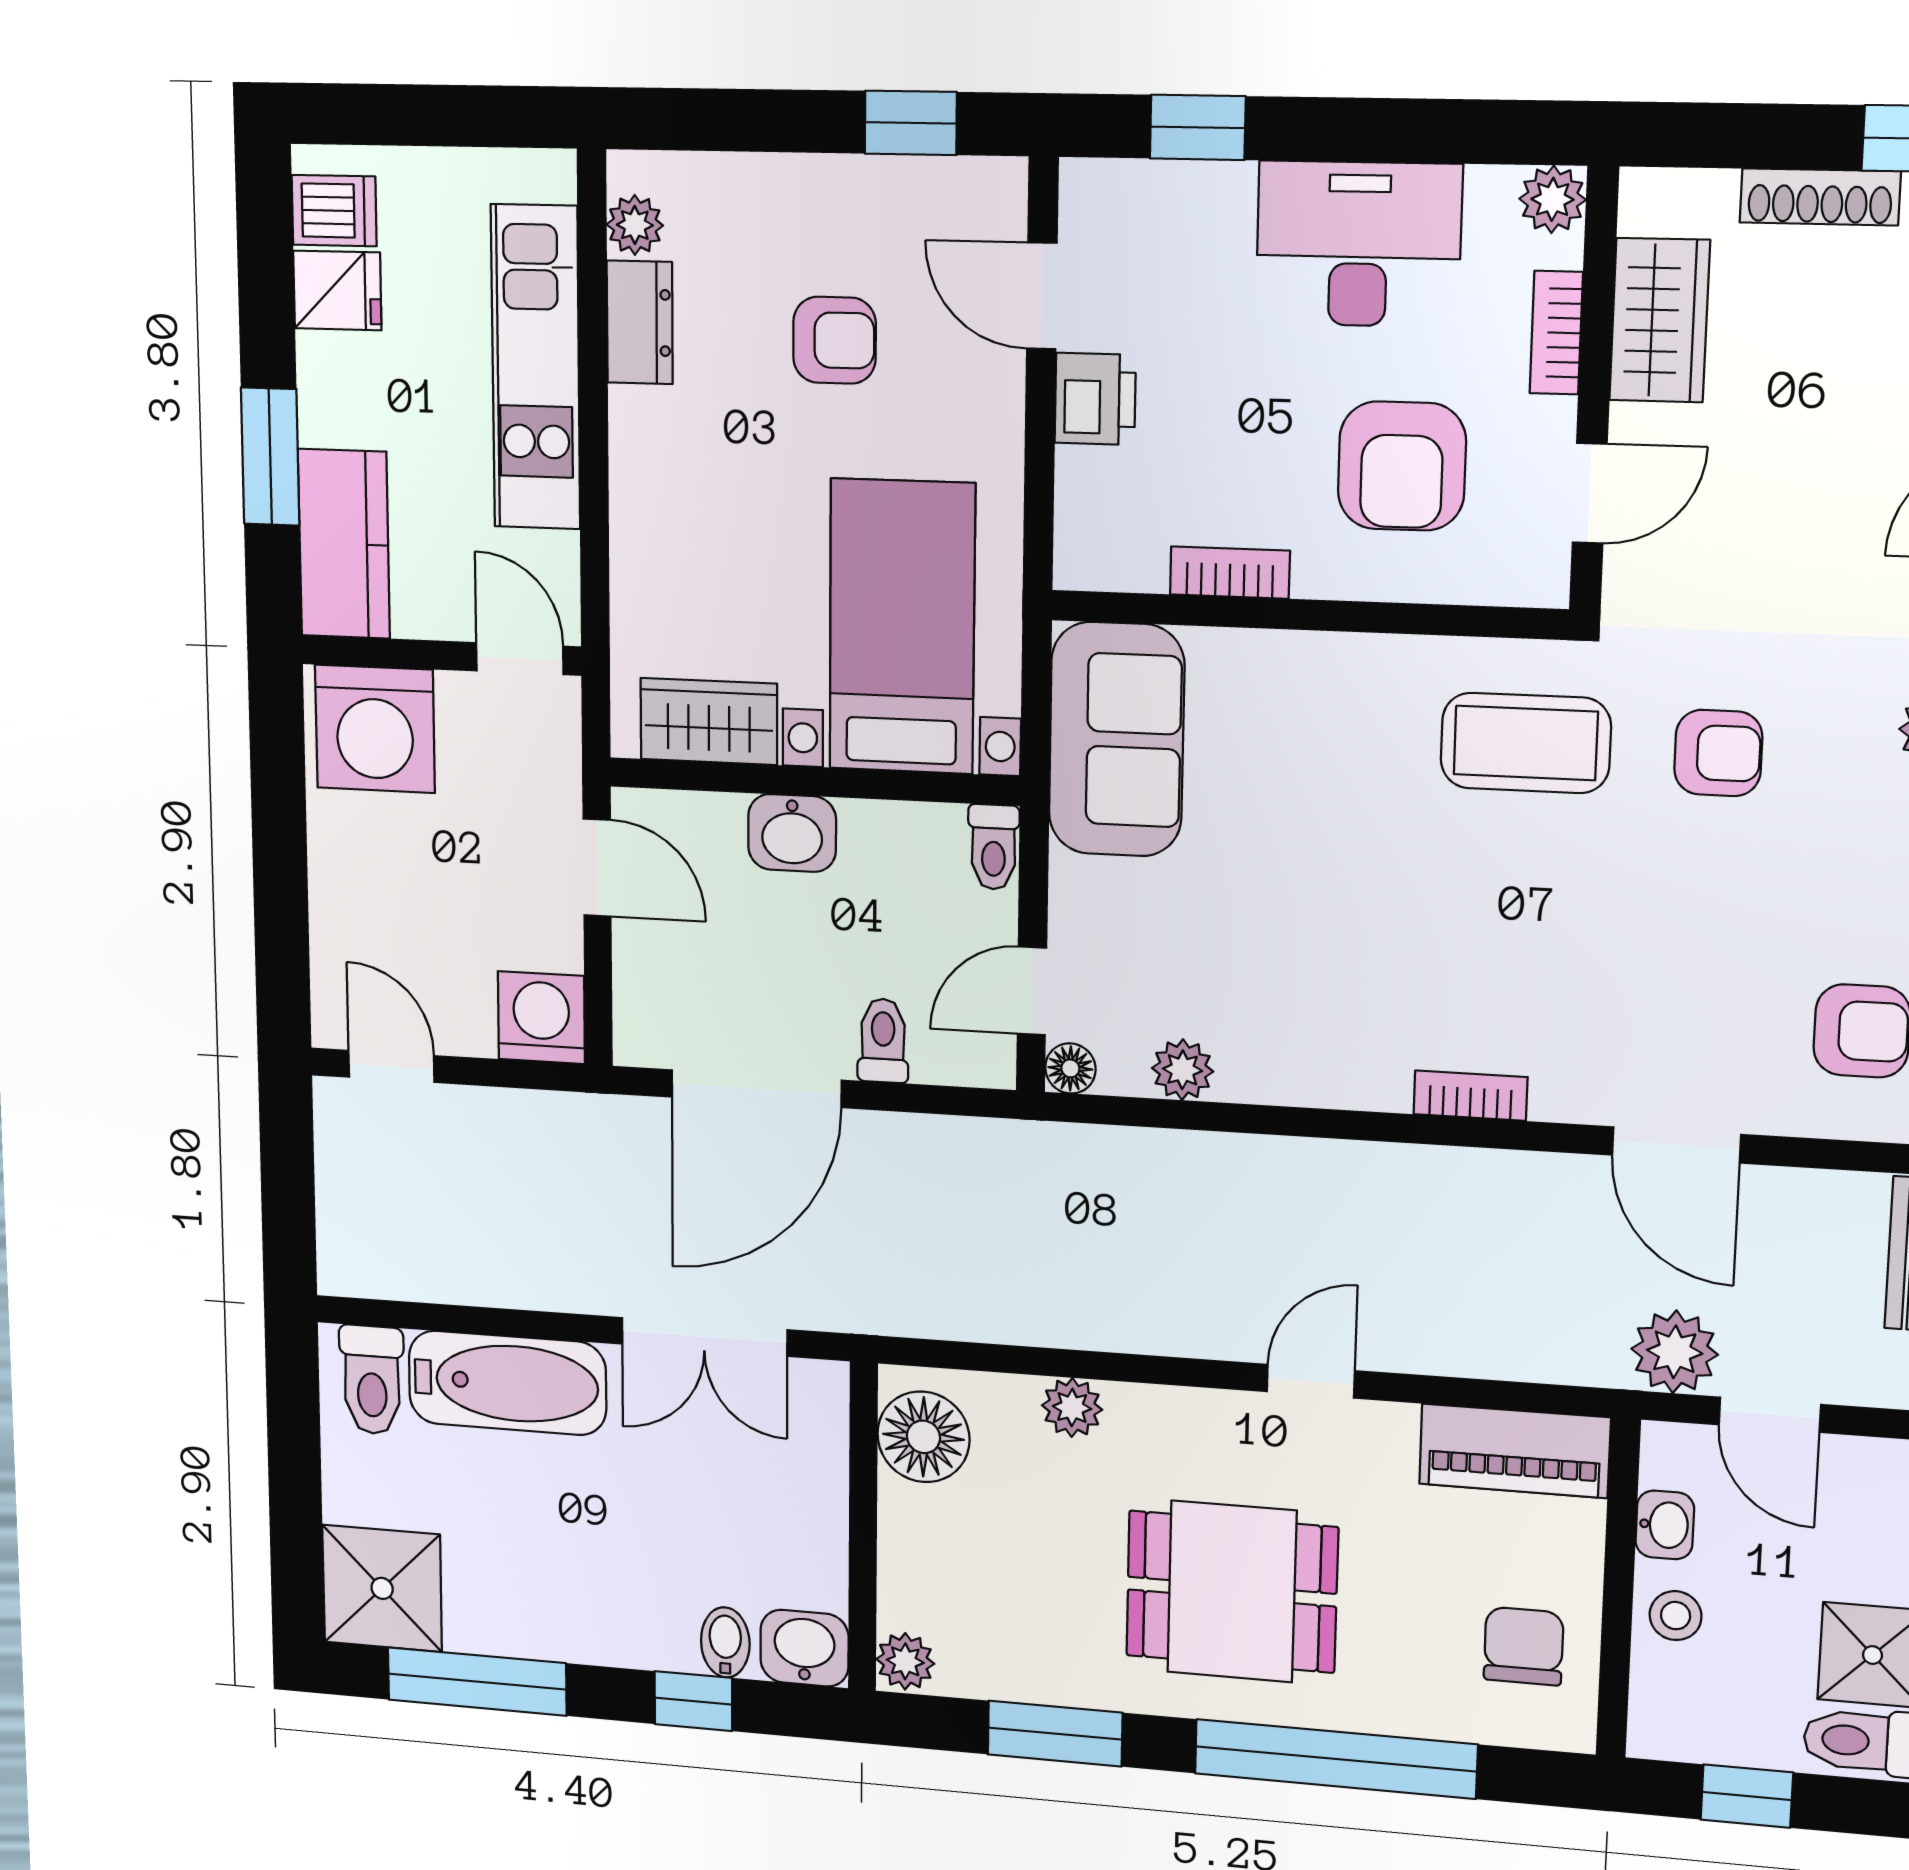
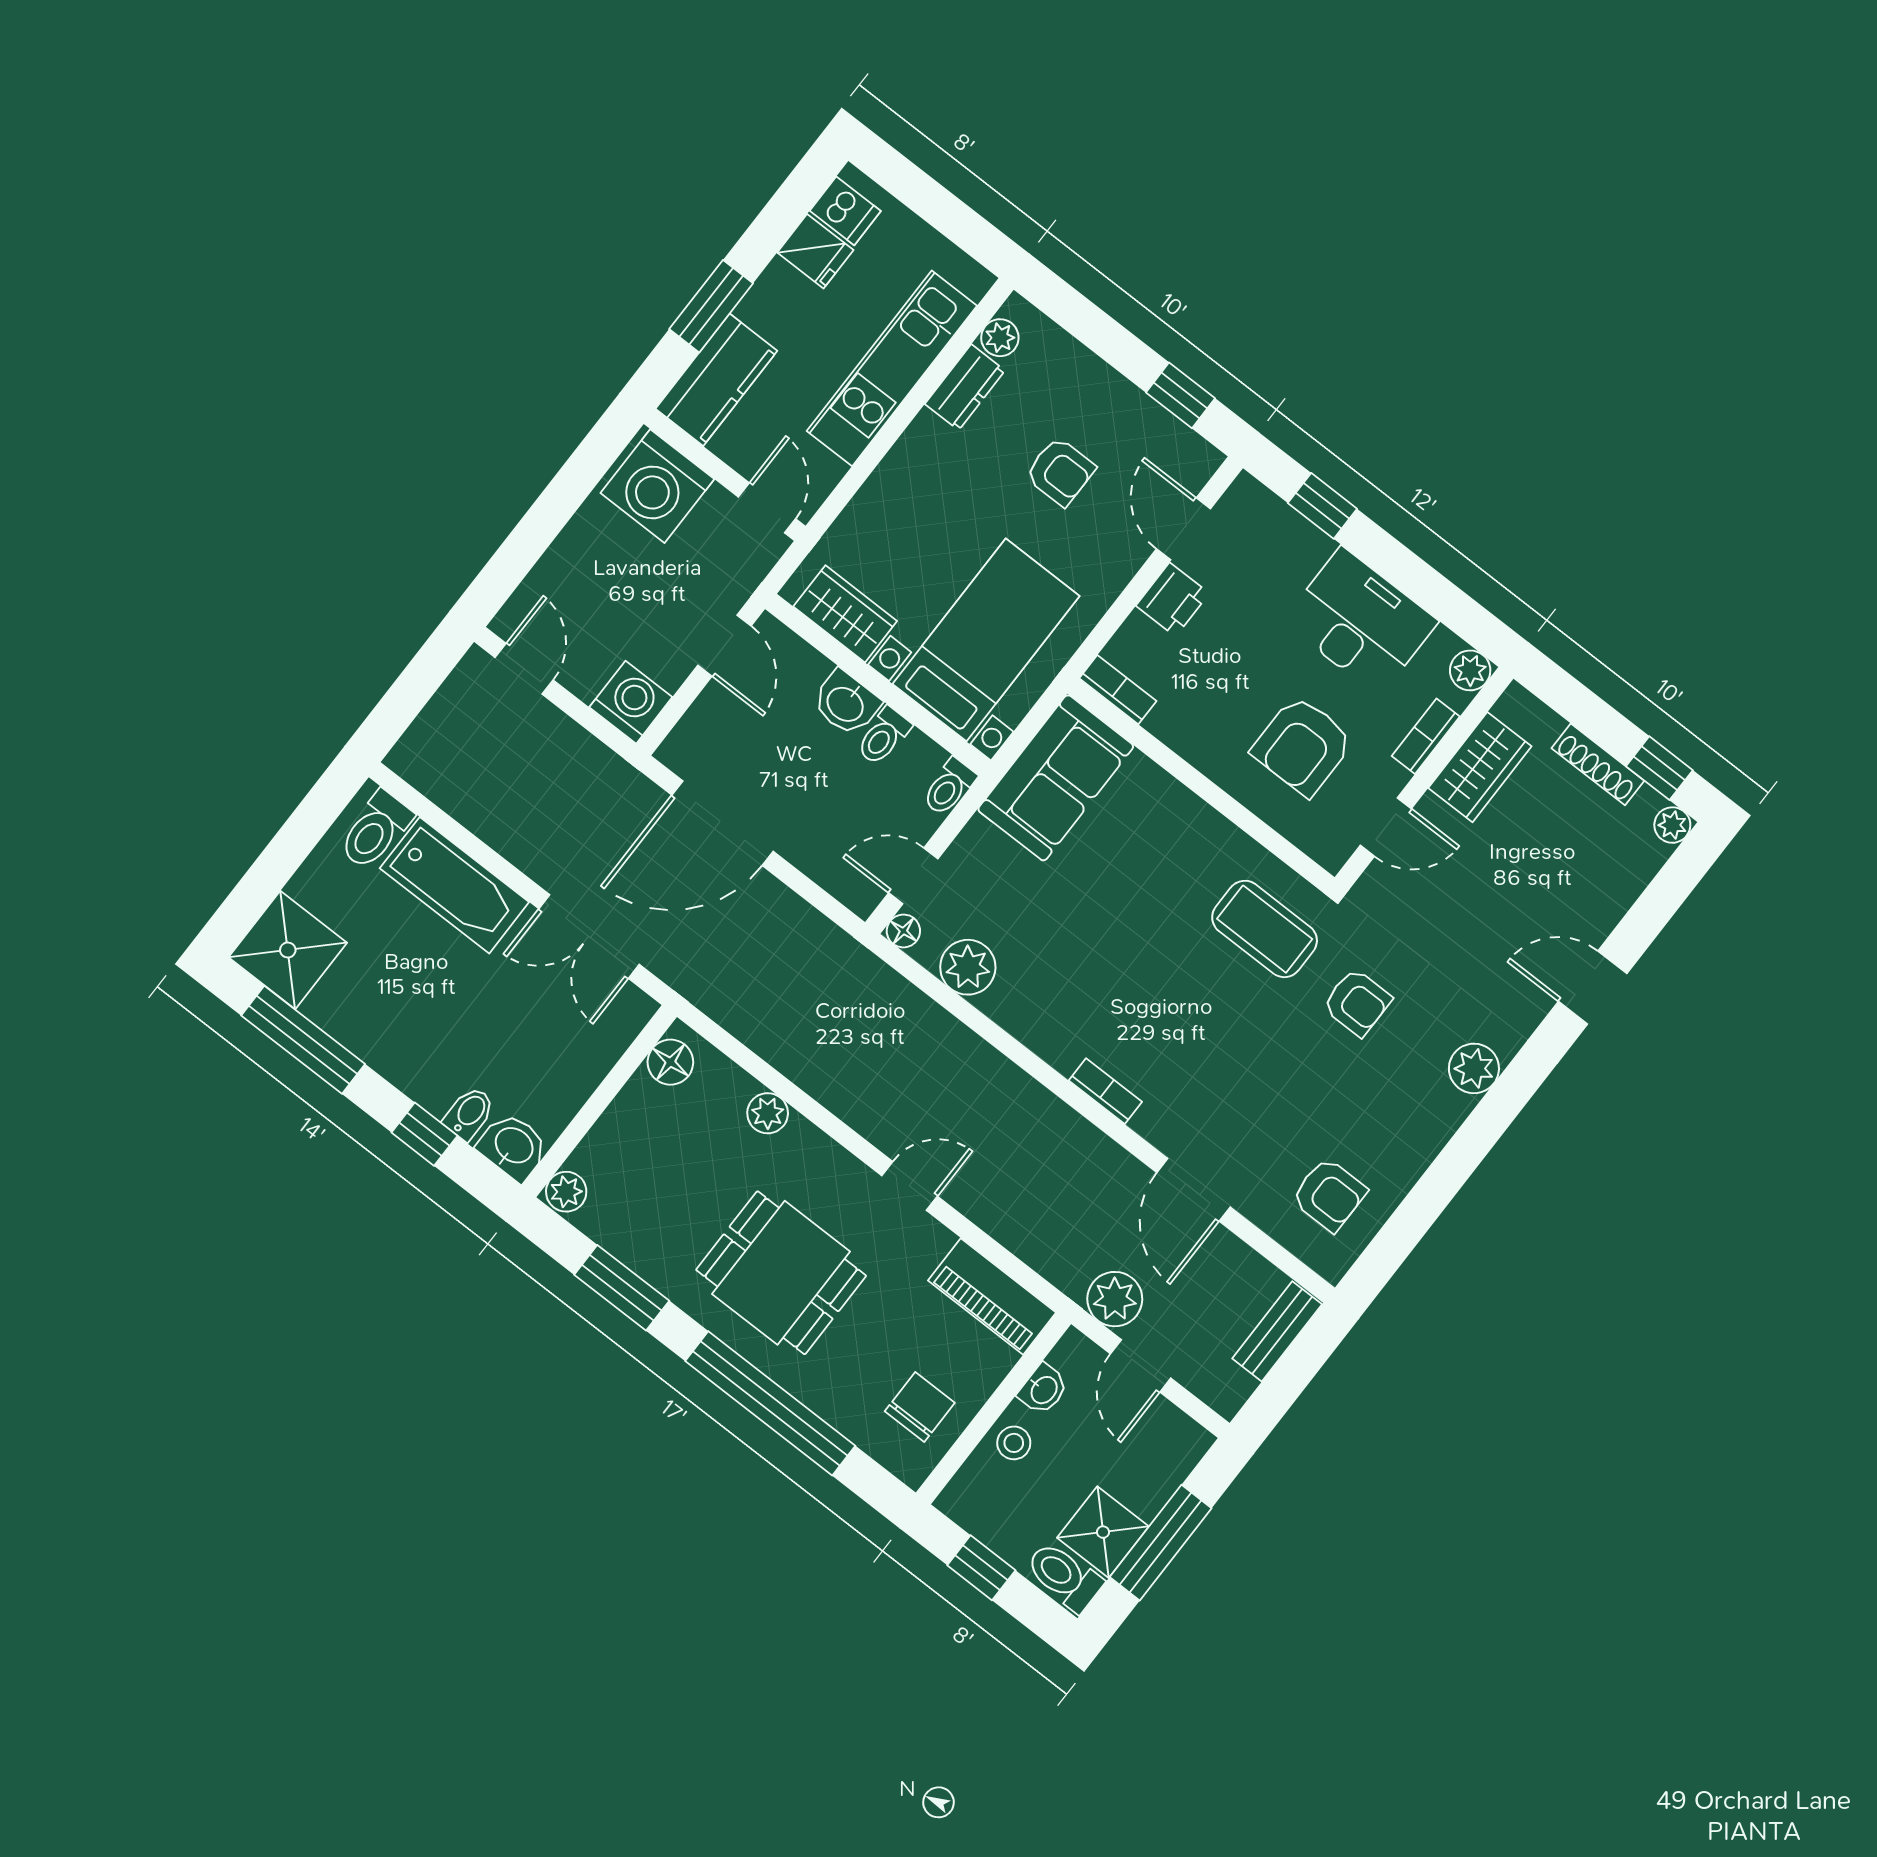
bookcase: (1230, 573) -> (1118, 690), moved
toilet: (883, 1041) -> (884, 736), moved, turned 180
plant: (1183, 1070) -> (968, 967), width x1.38, depth x1.38
floor lamp: (923, 1437) -> (670, 1062), width x0.73, depth x0.73

